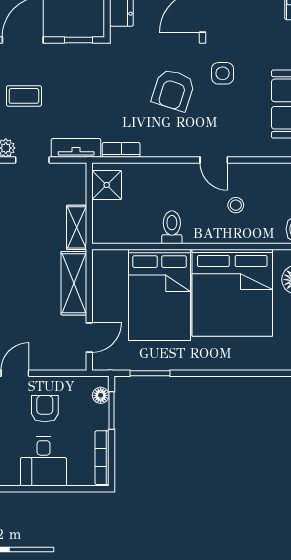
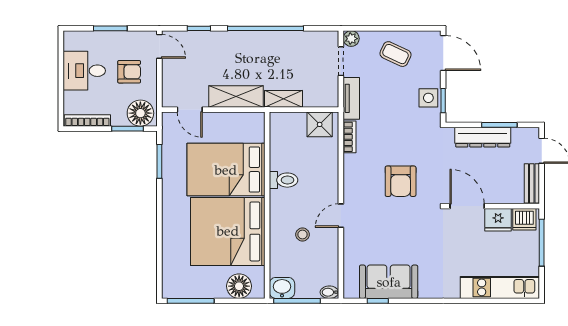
side table: (223, 73) -> (428, 98), moved
armchair: (173, 90) -> (401, 181), turned -108
coffee table: (24, 96) -> (396, 54), turned -65
floor lamp: (101, 395) -> (140, 113), width x1.89, depth x1.89

